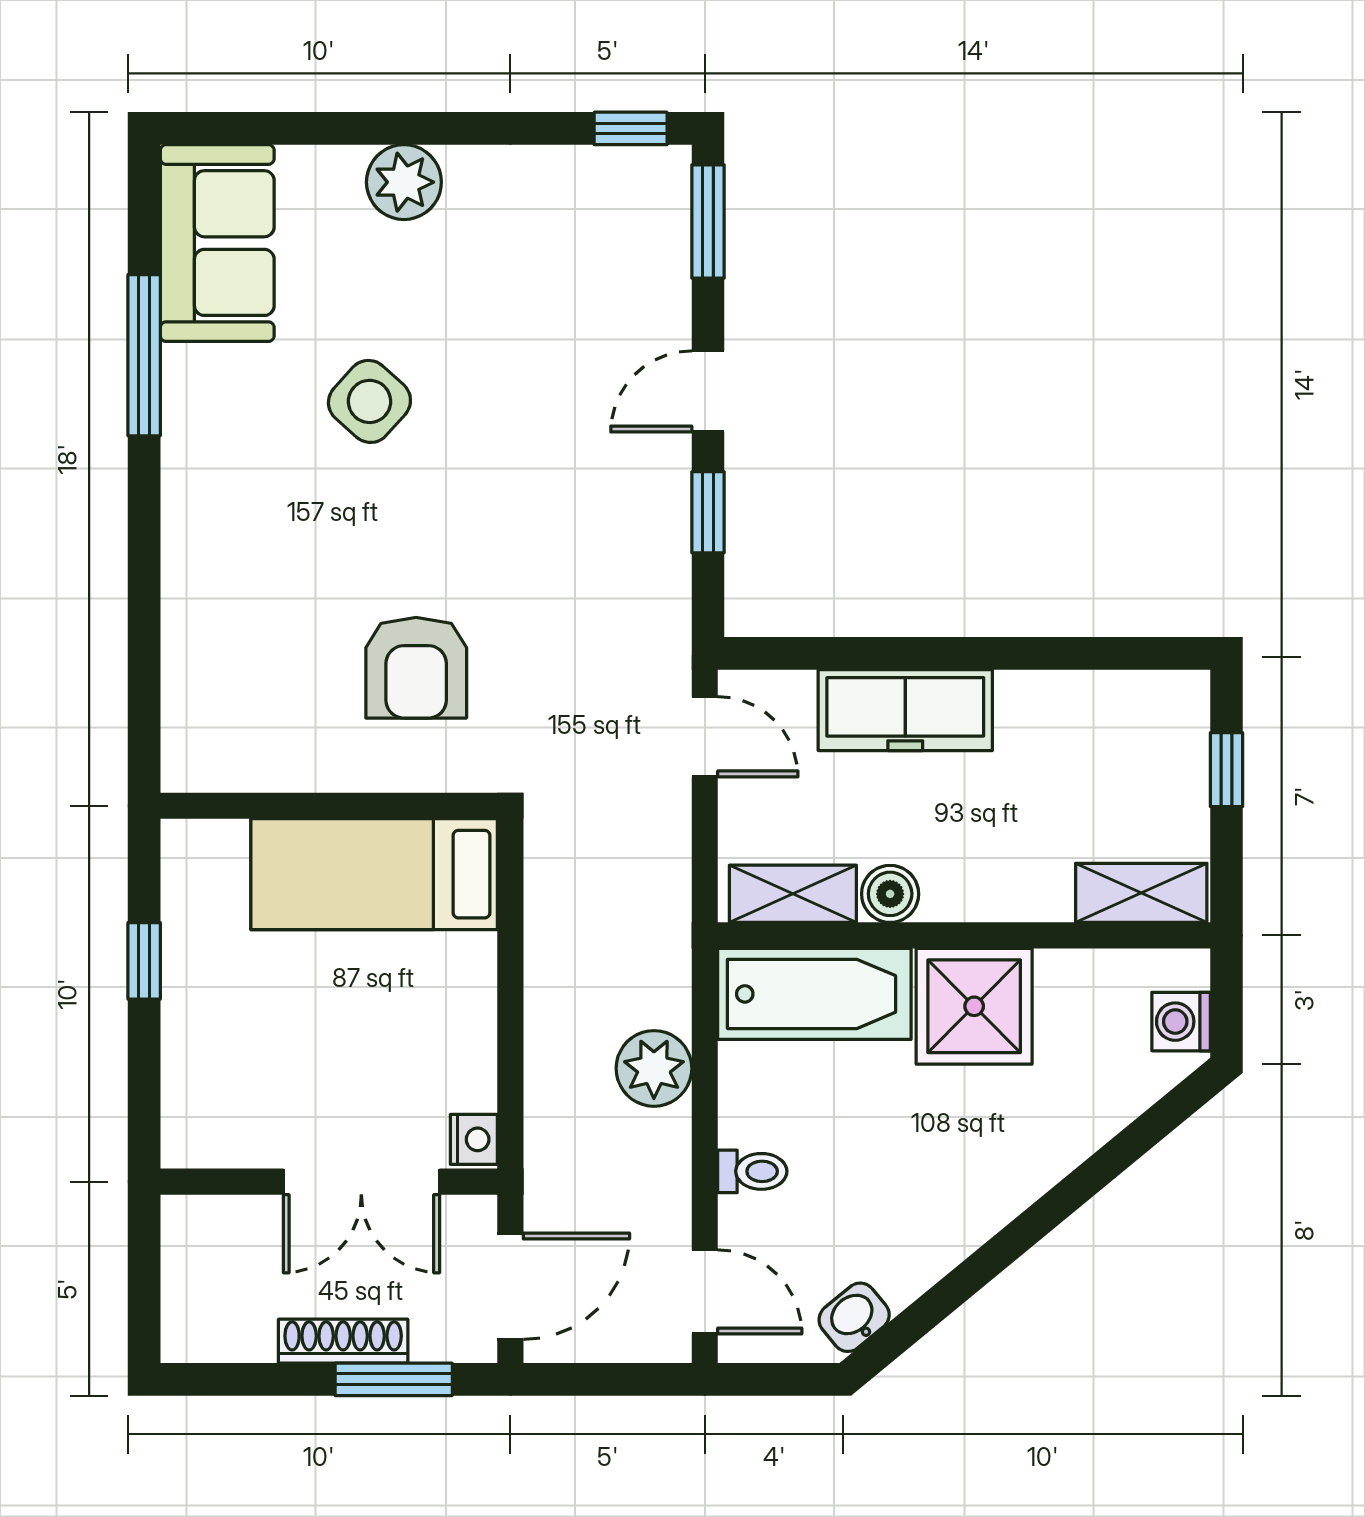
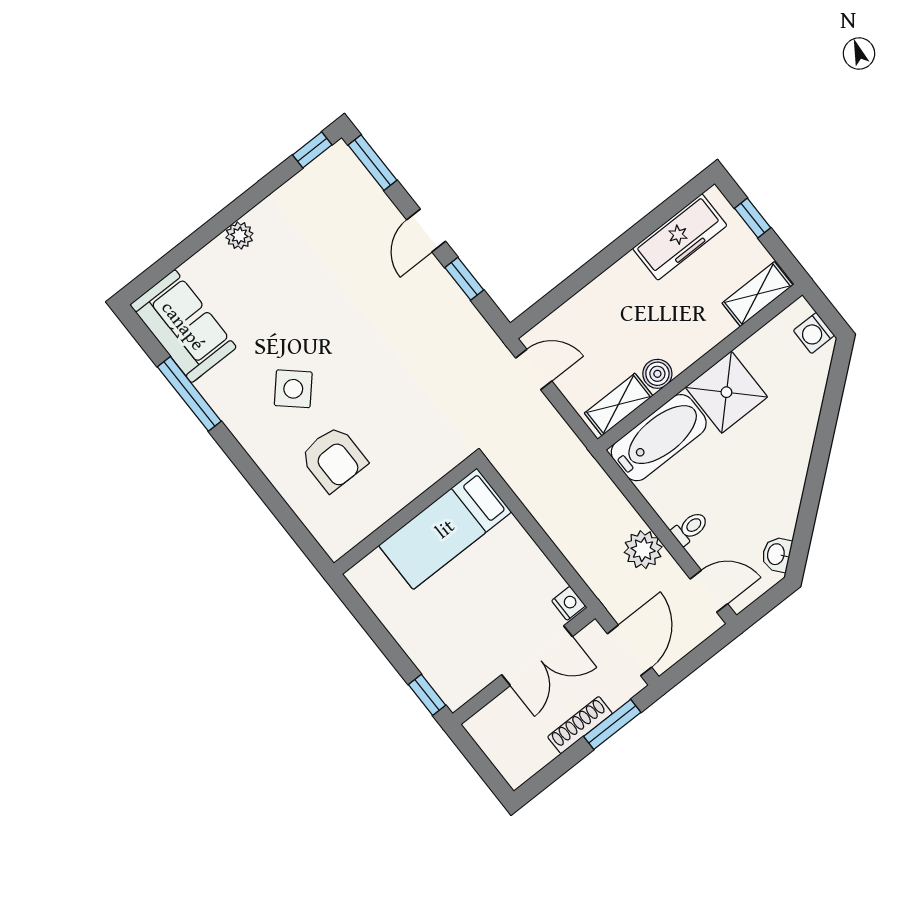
plant: (404, 182) -> (239, 236), width x0.73, depth x0.73
side table: (369, 401) -> (293, 389), moved
armchair: (416, 668) -> (334, 459), moved
freezer: (905, 710) -> (680, 237), moved
window: (144, 961) -> (427, 695), moved
plant: (654, 1068) -> (643, 550), moved

